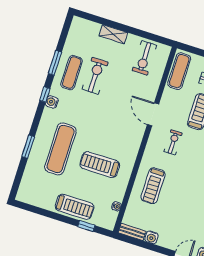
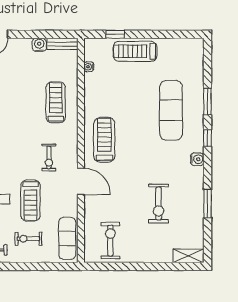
shelving: (113, 34) -> (188, 256), moved
exercise mat: (72, 73) -> (186, 199), removed
window: (45, 94) -> (207, 138), moved
treadmill: (100, 165) -> (104, 140), moved, turned -90

